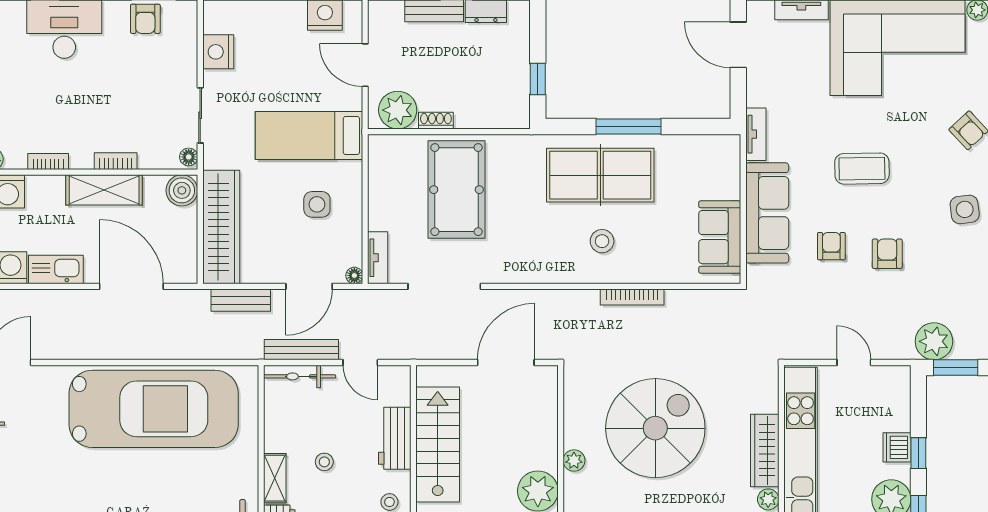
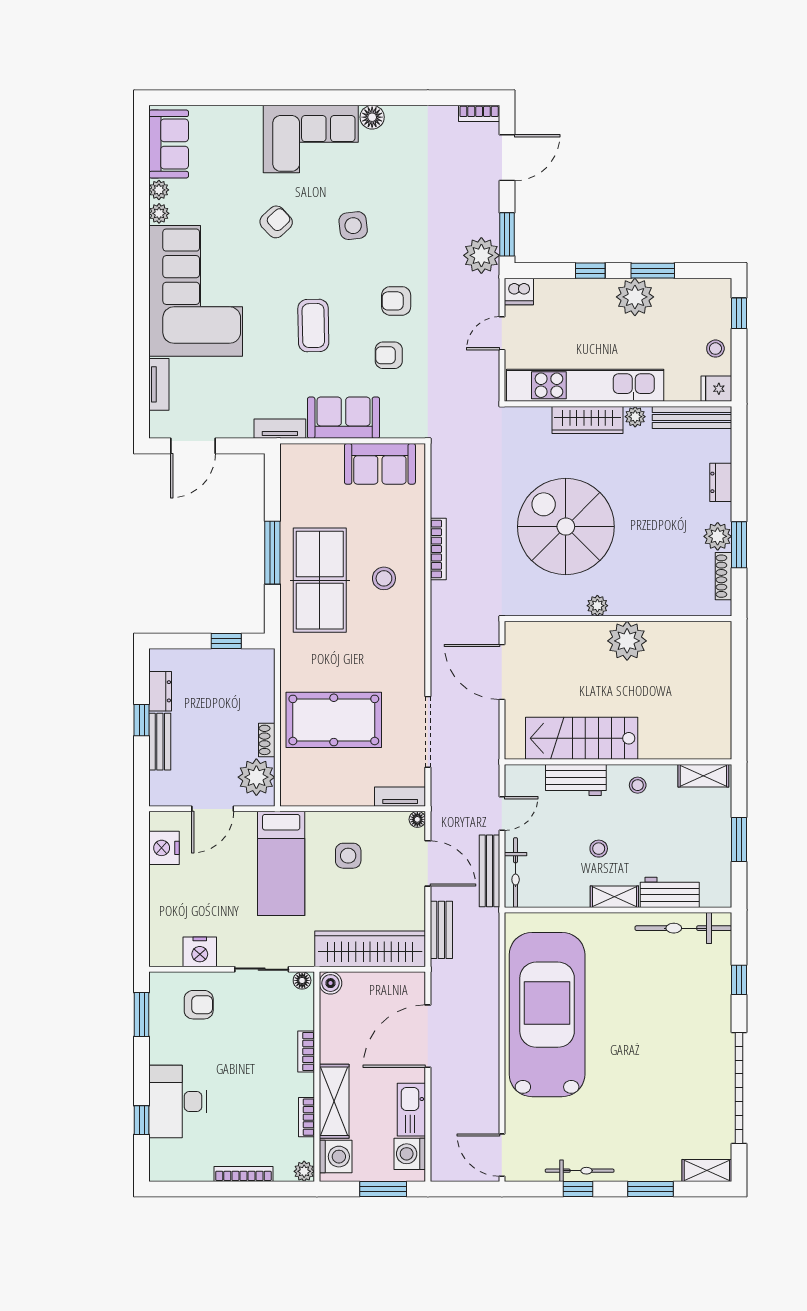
armchair: (145, 19) -> (199, 1005), moved
shelving: (104, 190) -> (334, 1101), moved
boiler: (182, 190) -> (331, 983), width x0.73, depth x0.73
sofa: (767, 213) -> (344, 418), width x0.73
dishwasher: (897, 447) -> (519, 292), moved

